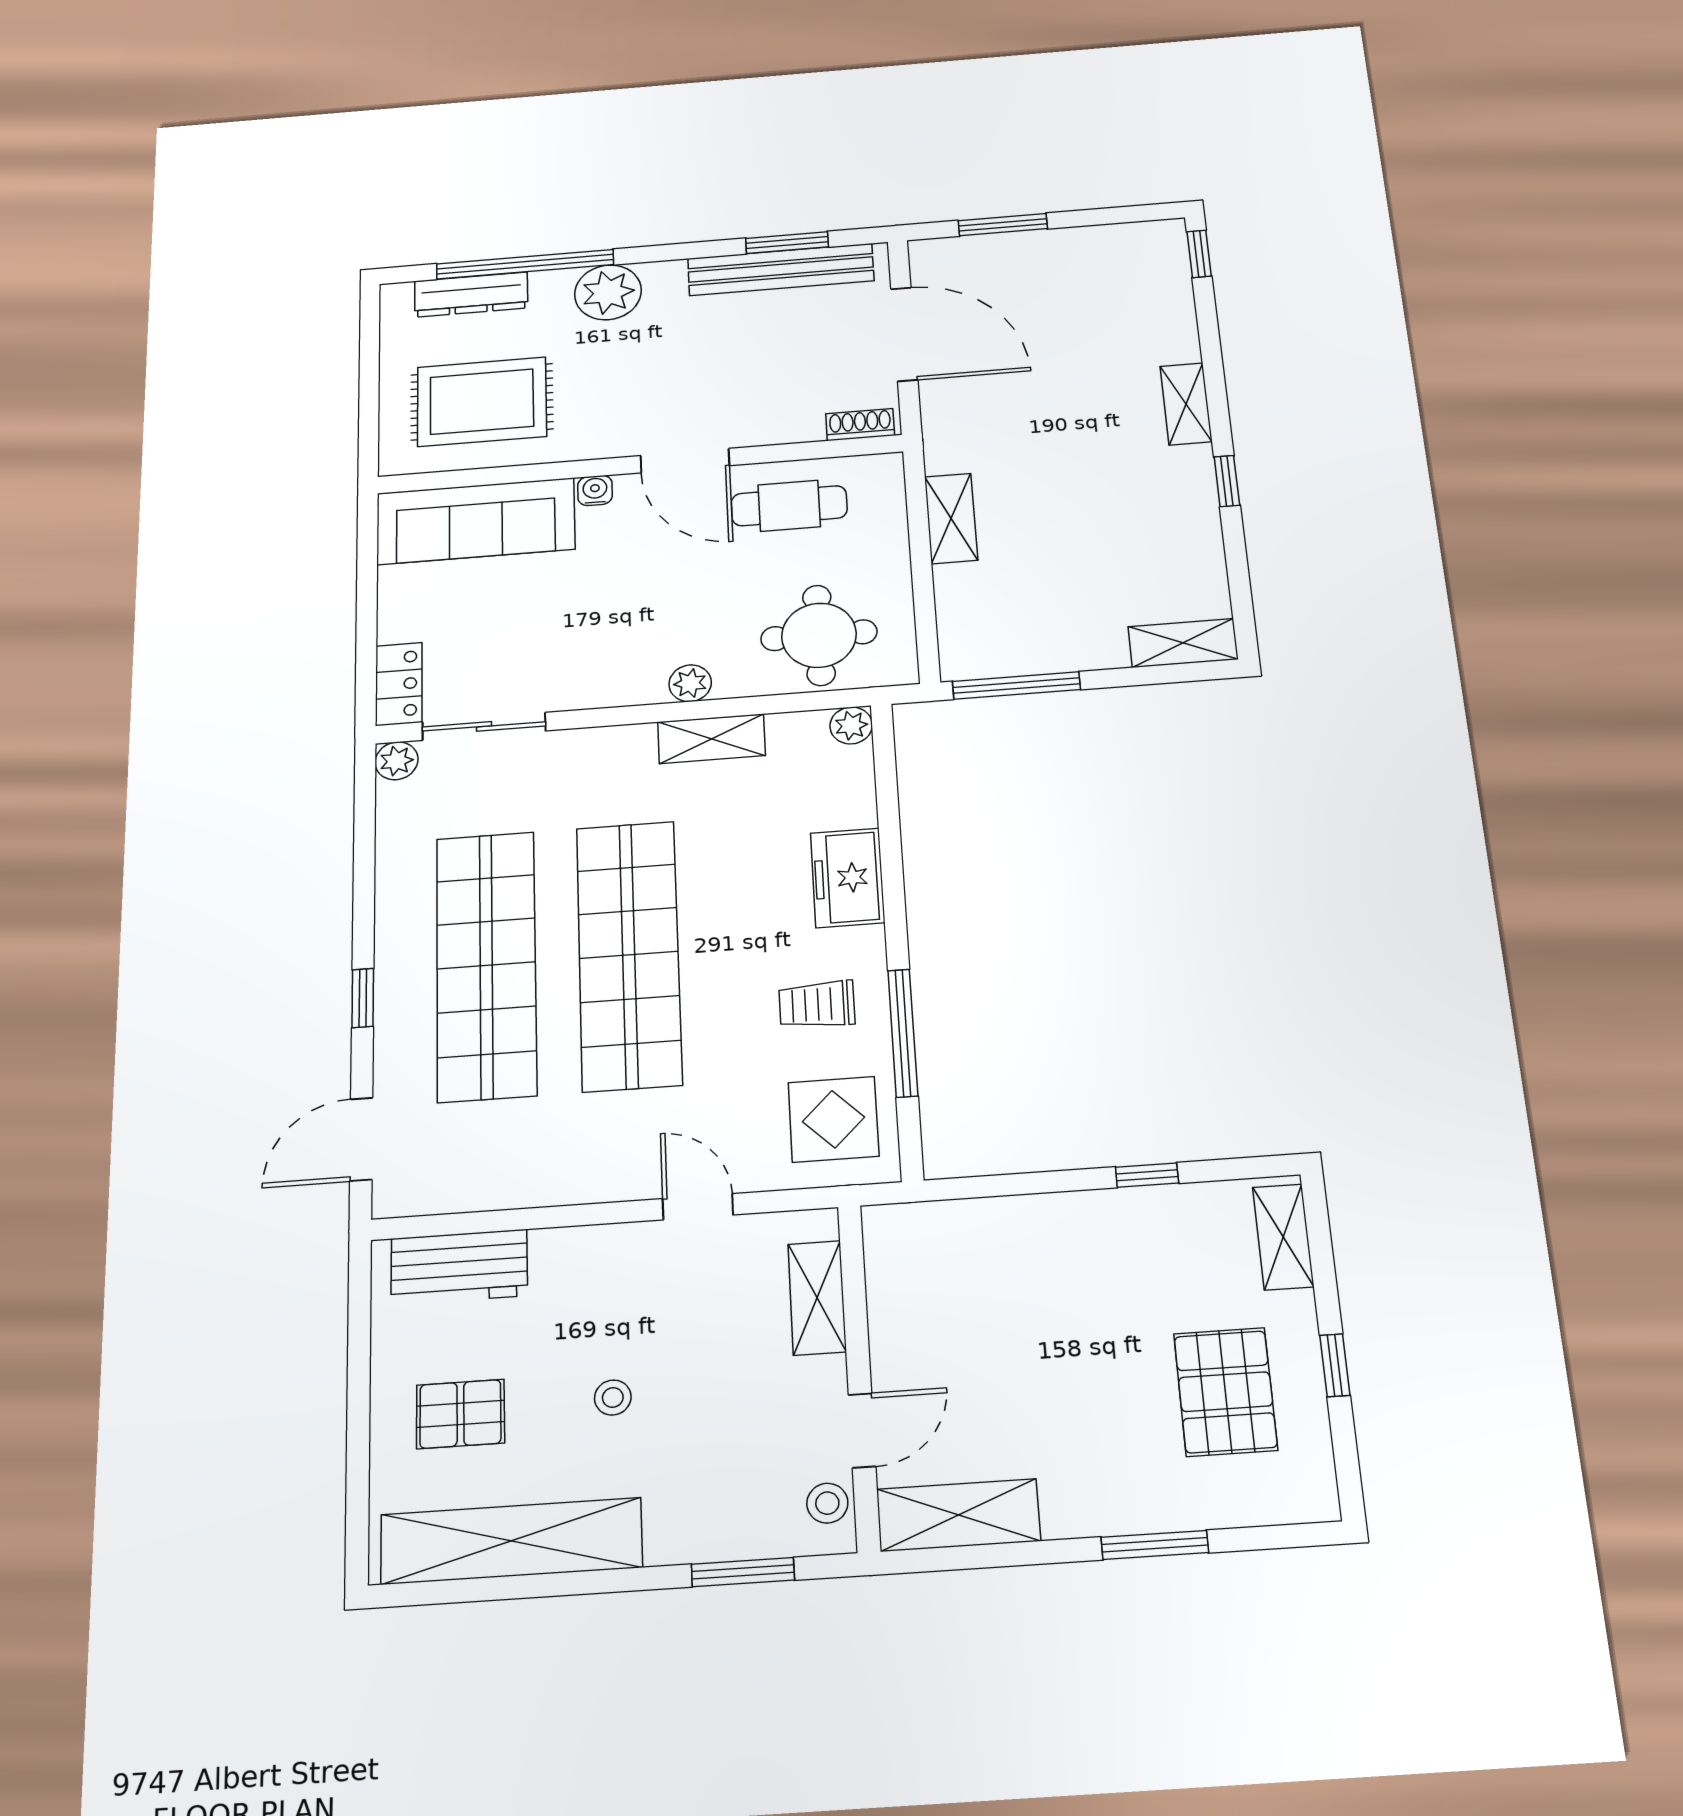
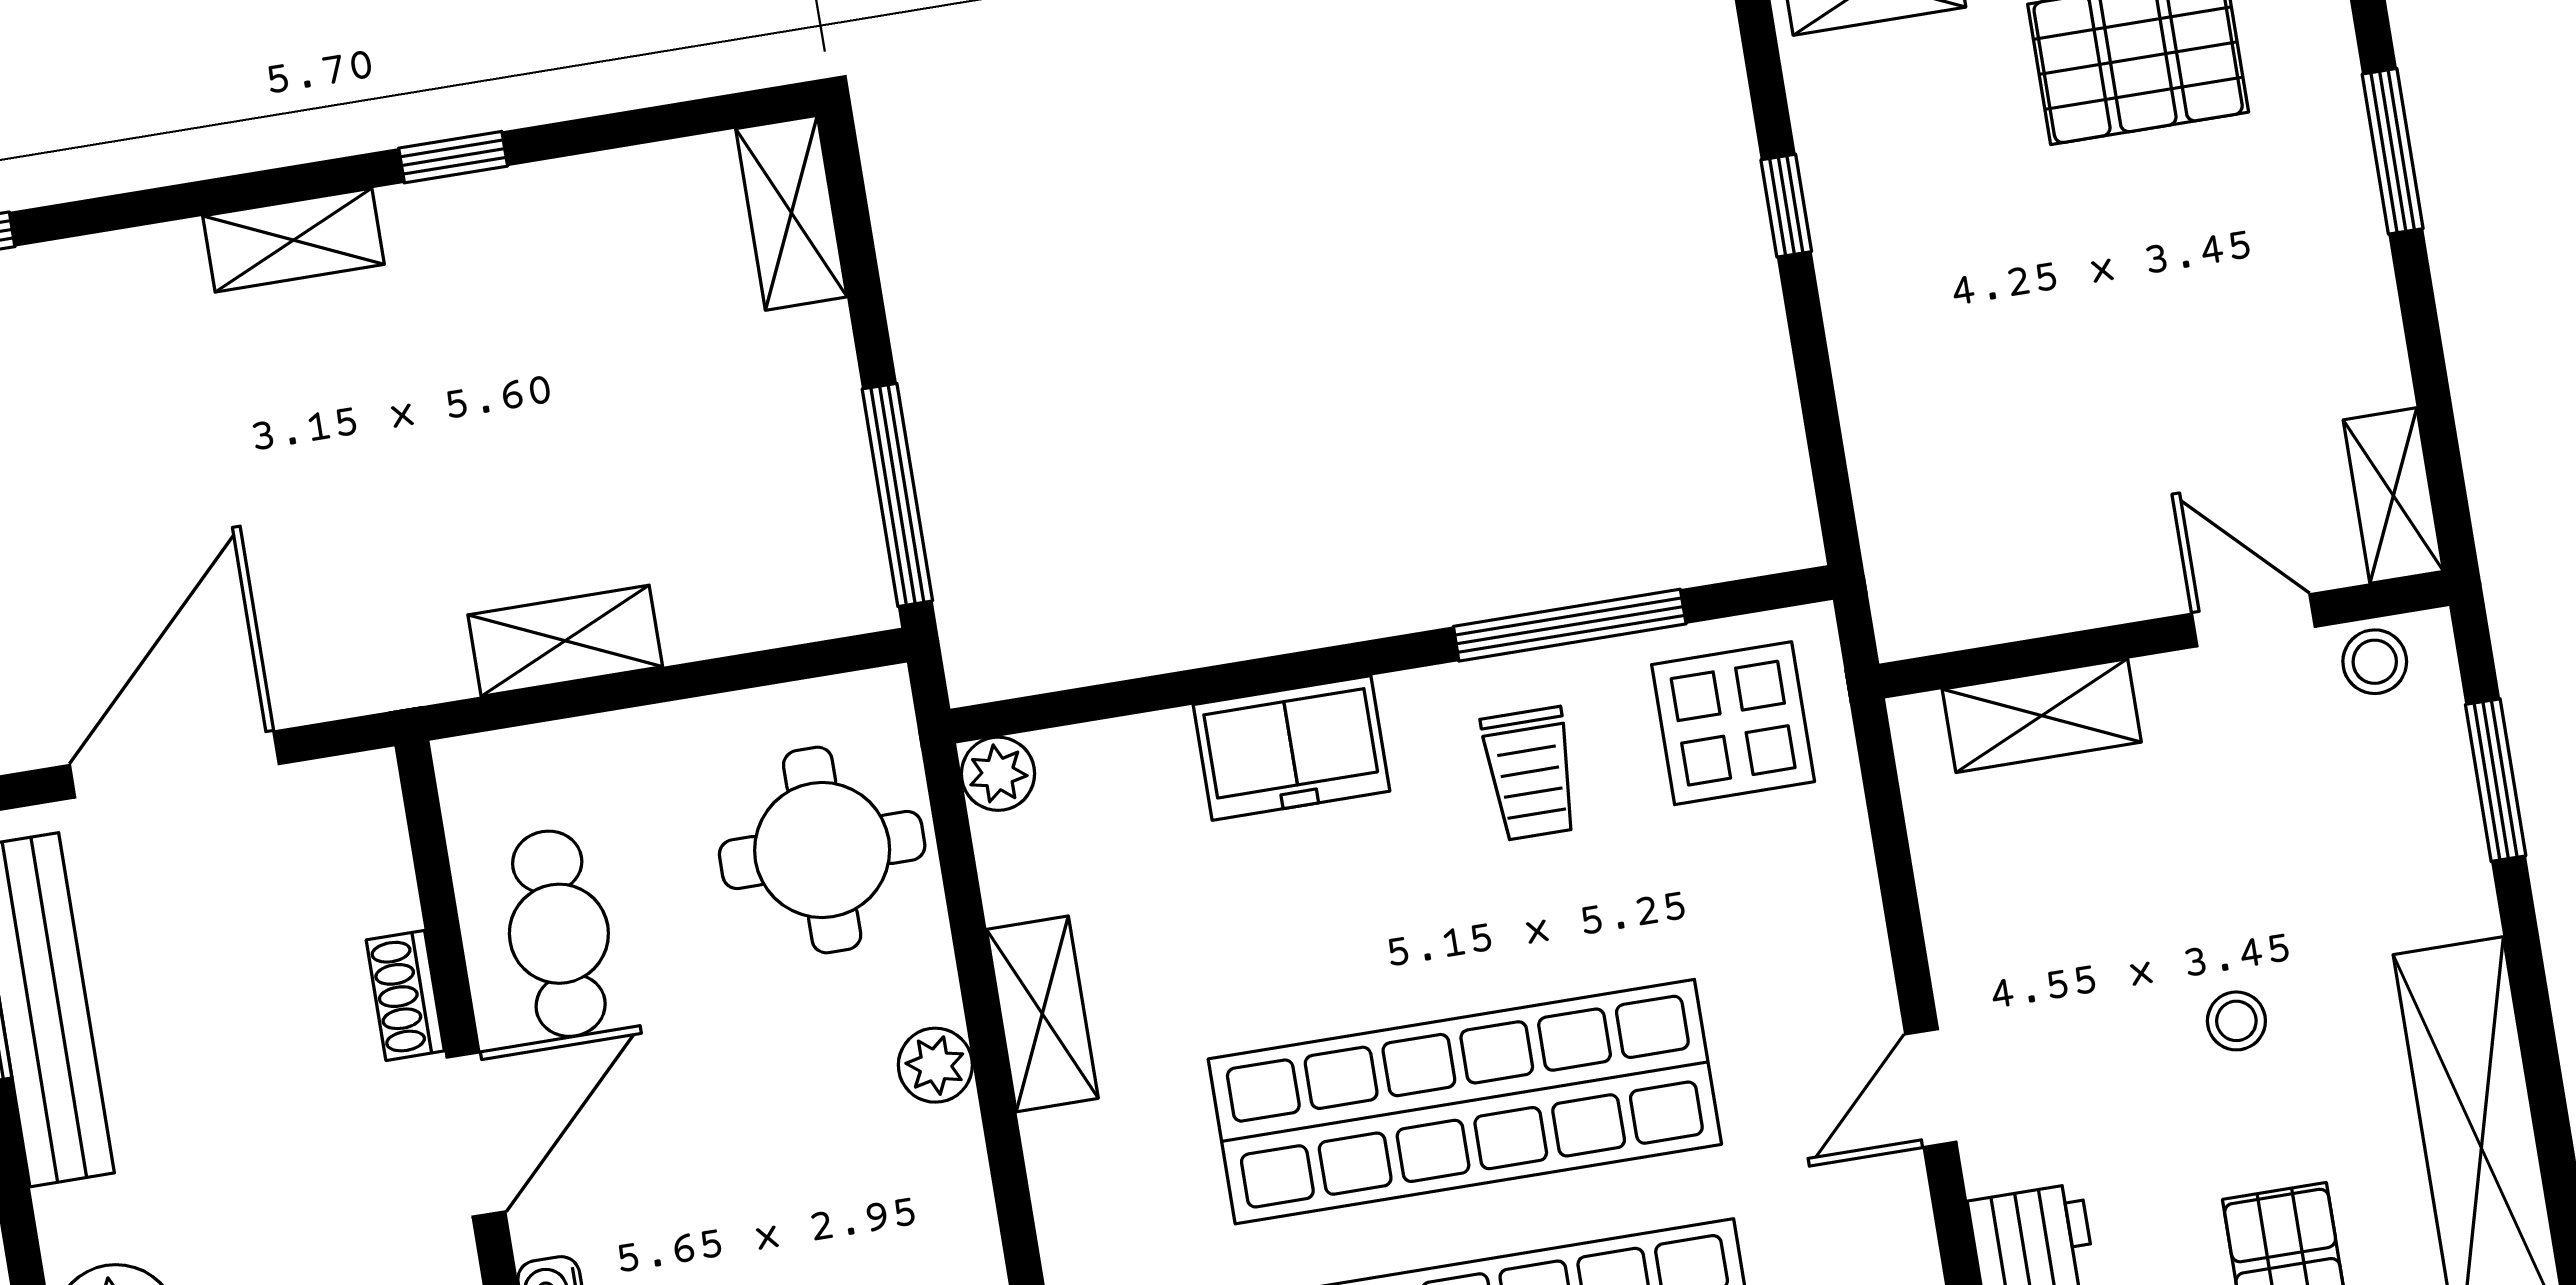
shoe rack: (860, 425) -> (405, 995), moved
door: (698, 1207) -> (1931, 1088), moved
shelving: (958, 1515) -> (2393, 496), width x0.67, depth x0.75

